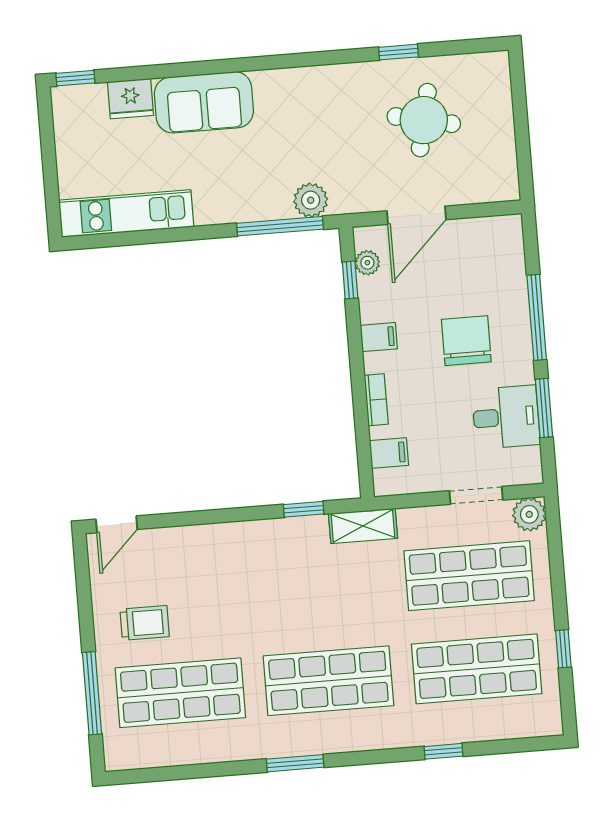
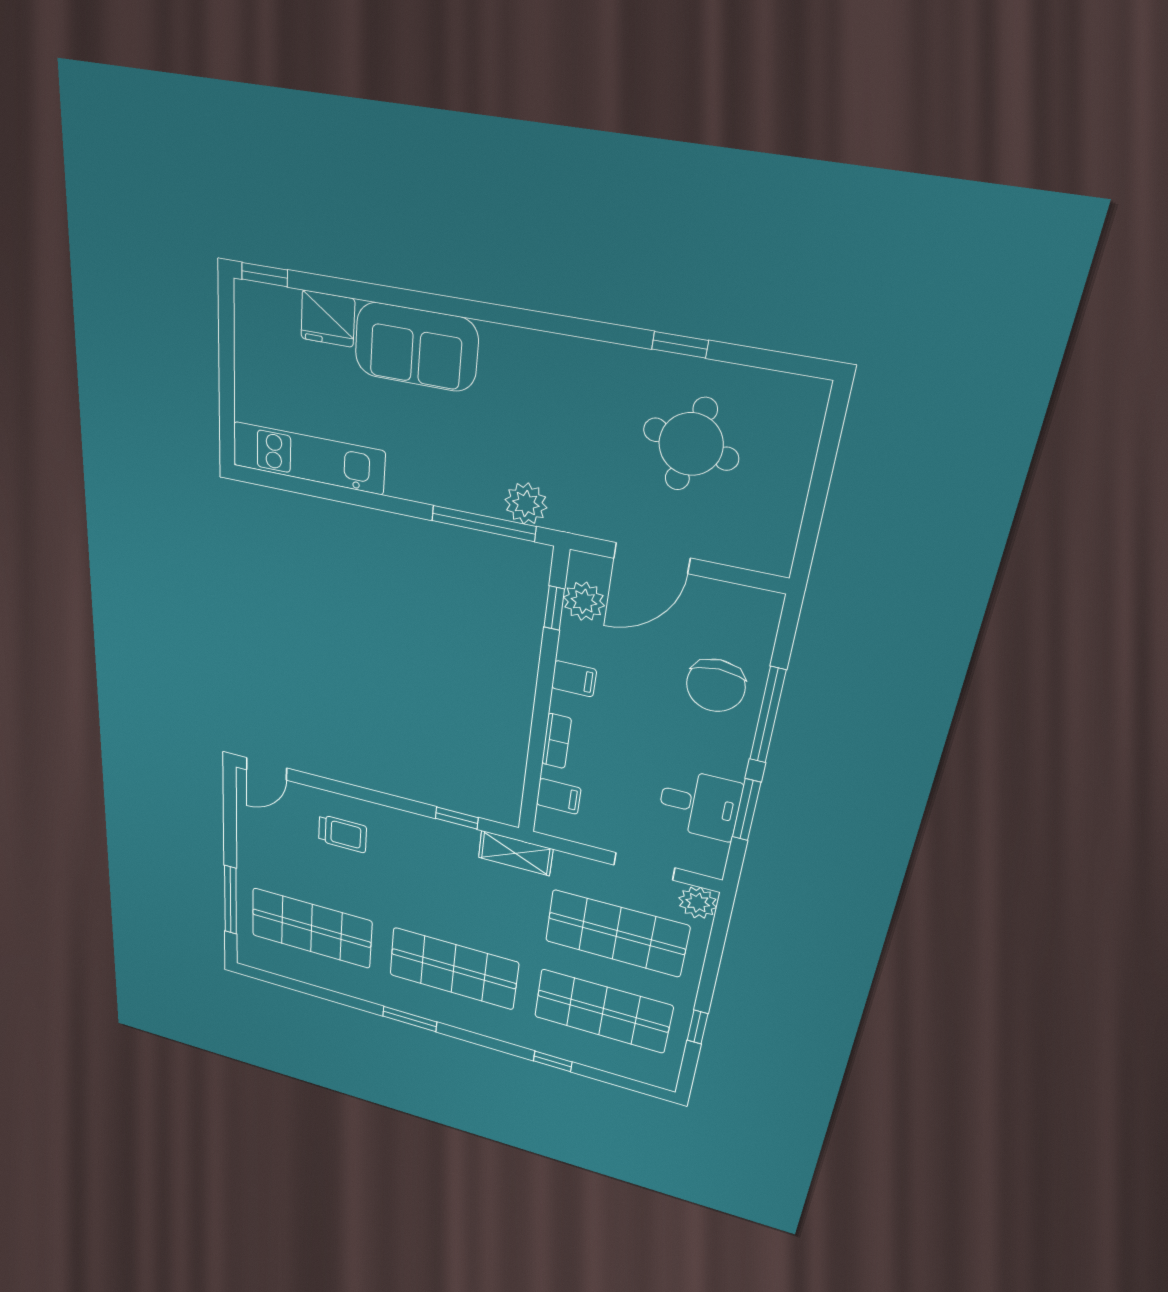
plant: (367, 263) -> (584, 601), width x1.38, depth x1.38
chair: (466, 341) -> (716, 685), moved, turned 180
trolley: (145, 623) -> (342, 834), moved

